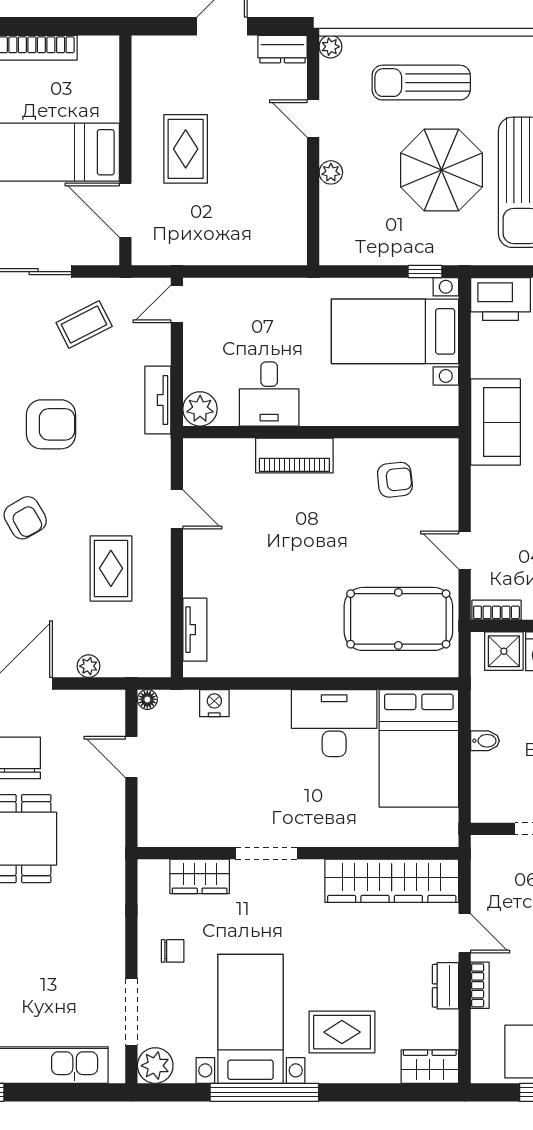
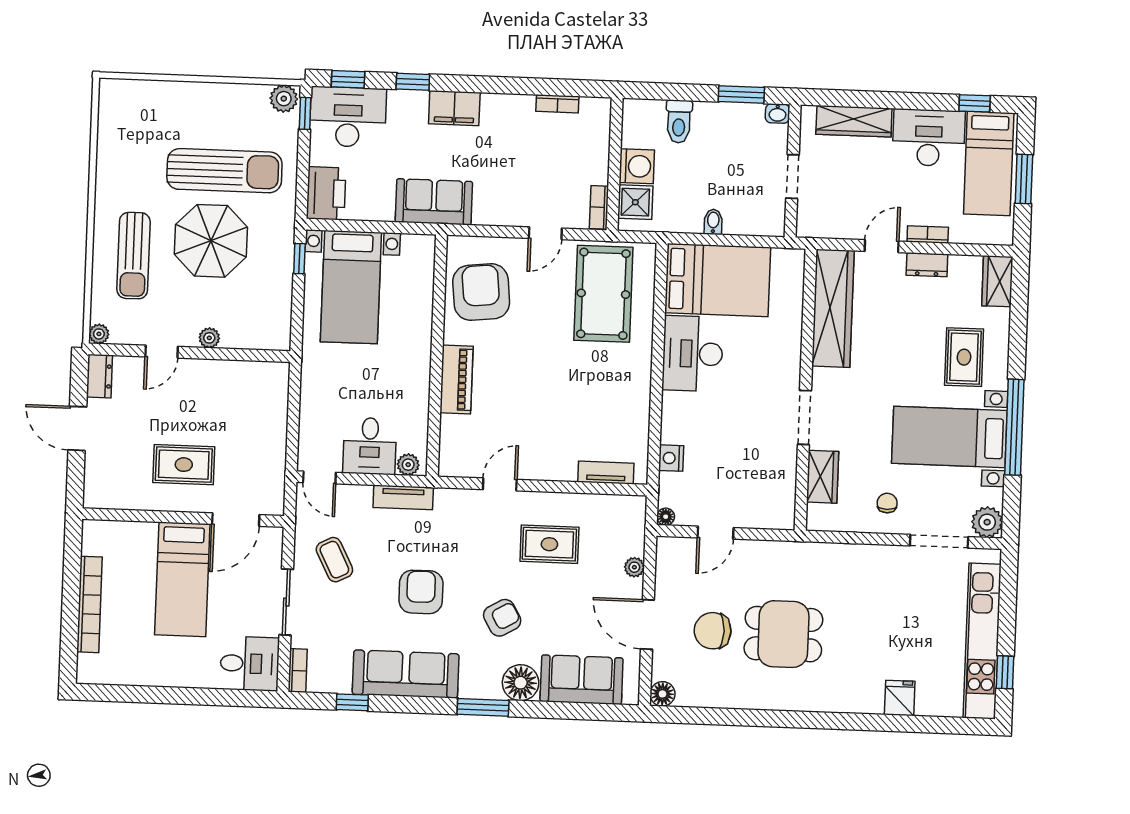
desk: (269, 394) -> (370, 446), moved, turned 90
plant: (200, 409) -> (408, 465), width x0.73, depth x0.73
armchair: (395, 480) -> (481, 292), width x1.88, depth x1.88

